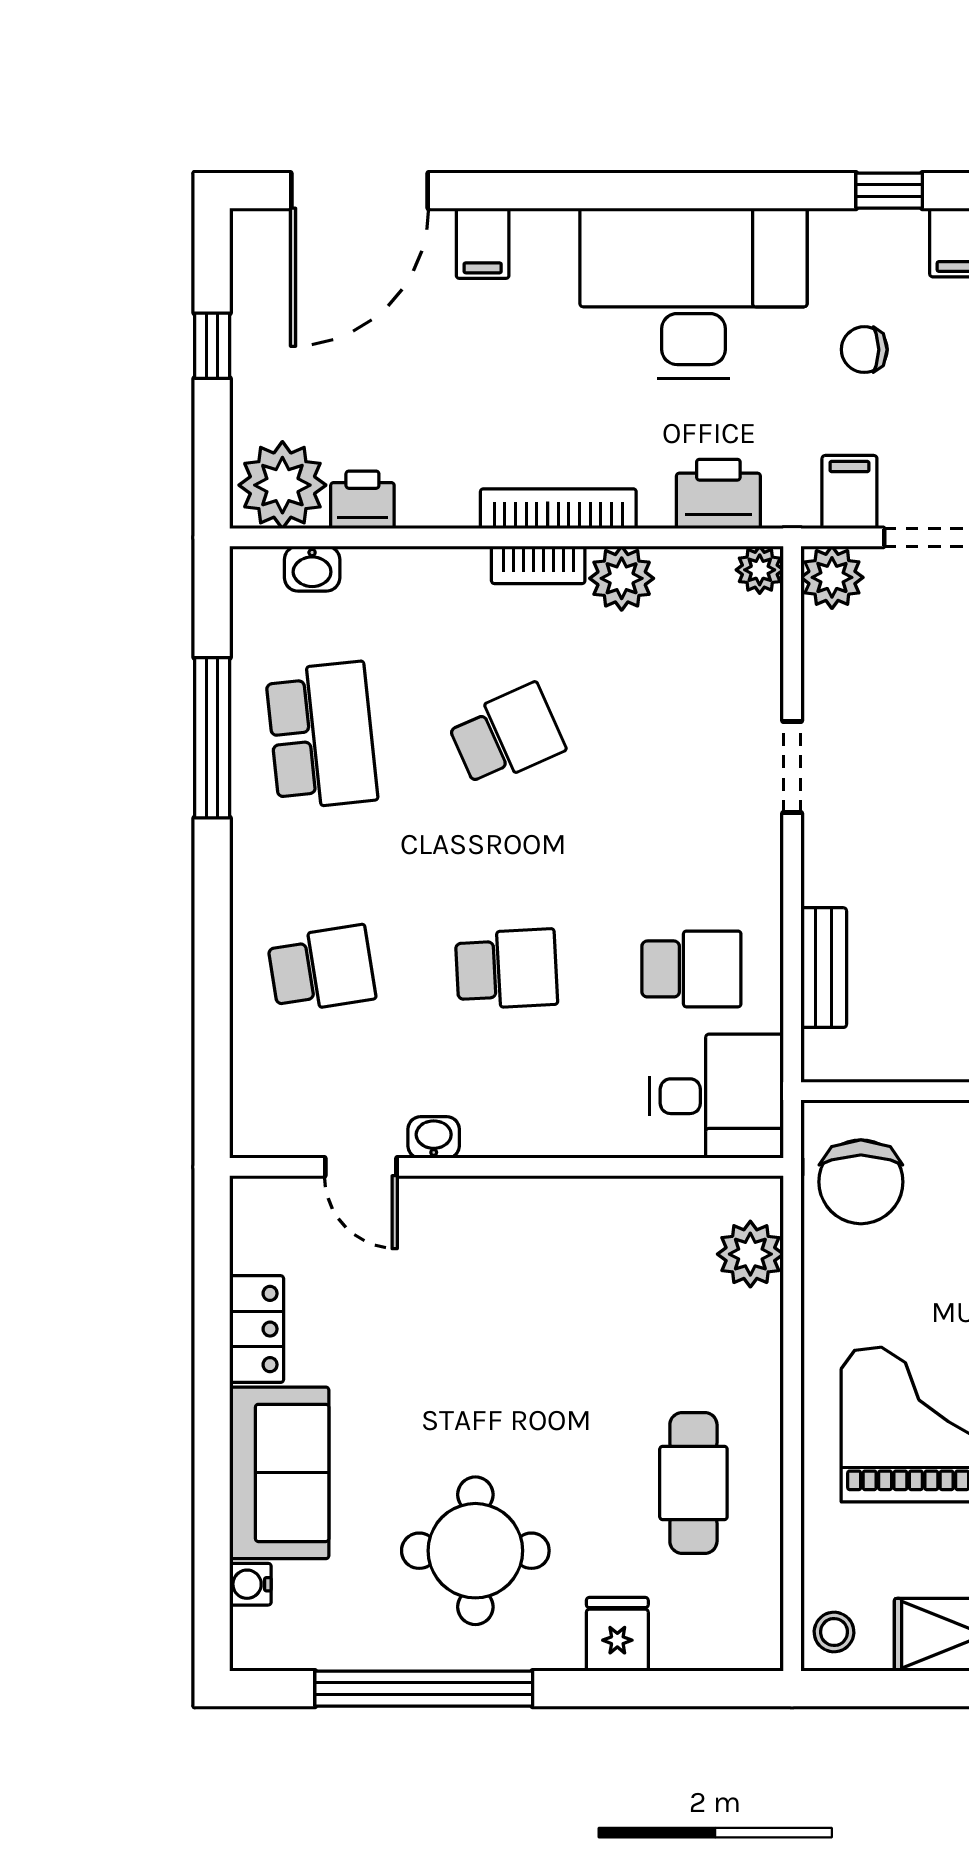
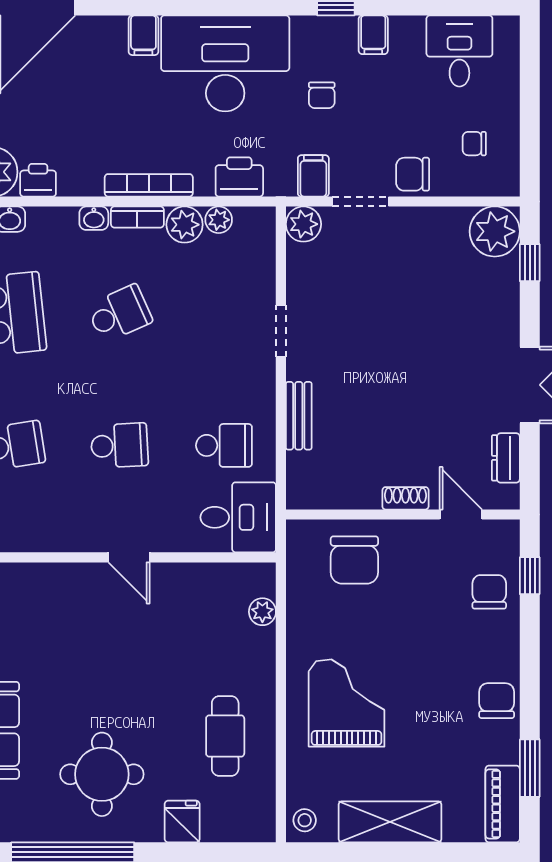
filing cabinet: (483, 243) -> (143, 35), moved
chair: (864, 350) -> (322, 95), turned -90
plant: (760, 570) -> (219, 220), moved
bench: (824, 968) -> (299, 416), moved
washbasin: (434, 1137) -> (94, 218), moved, turned 180
door: (361, 1167) -> (129, 557), moved
chair: (861, 1182) -> (354, 560), moved
plant: (750, 1254) -> (262, 612), width x0.73, depth x0.73

